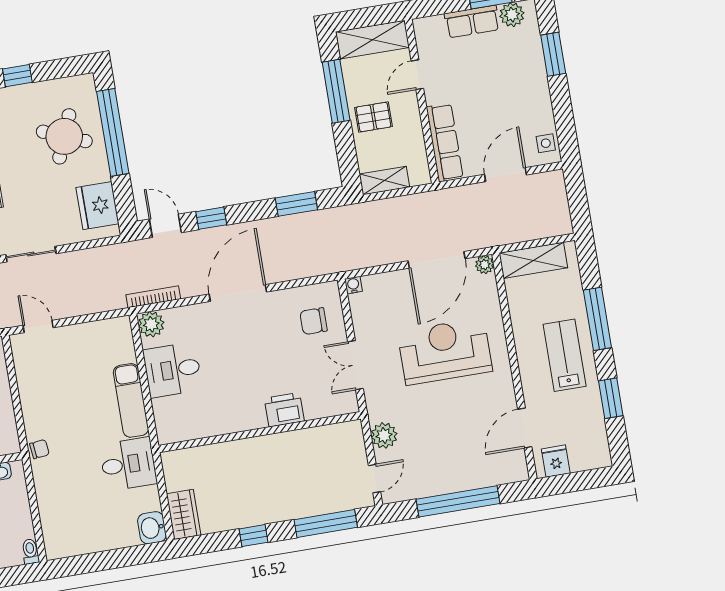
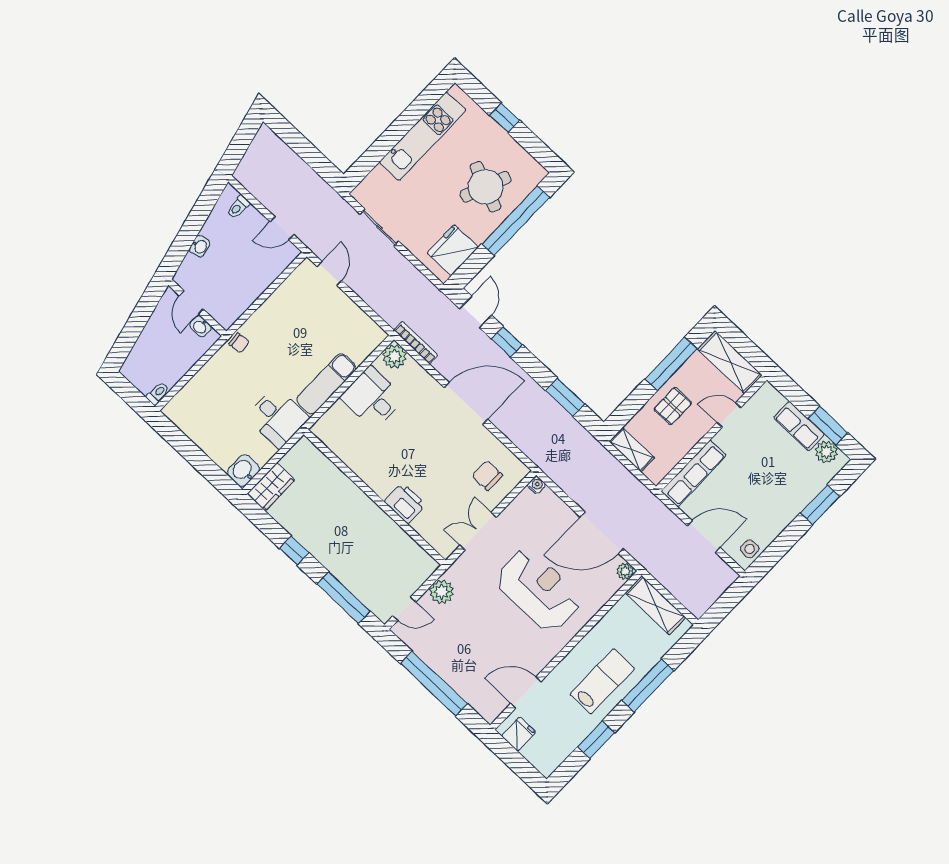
pallet: (373, 117) -> (673, 406), turned 90

